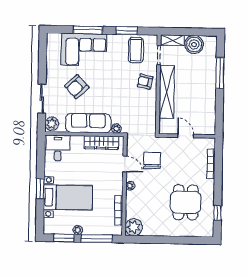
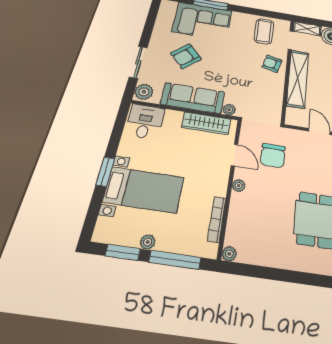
window: (127, 31) -> (255, 12), removed
chair: (152, 160) -> (273, 156), turned 180
plant: (134, 227) -> (229, 254), width x0.53, depth x0.53

